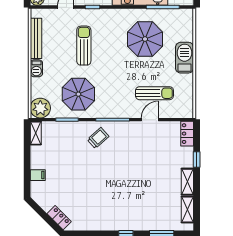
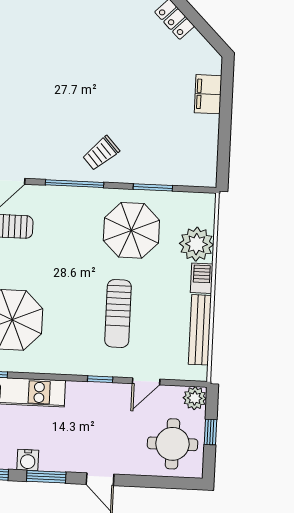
plant: (40, 108) -> (196, 244), moved
shelving: (36, 133) -> (208, 167), removed
filing cabinet: (38, 175) -> (208, 94), width x2.00

